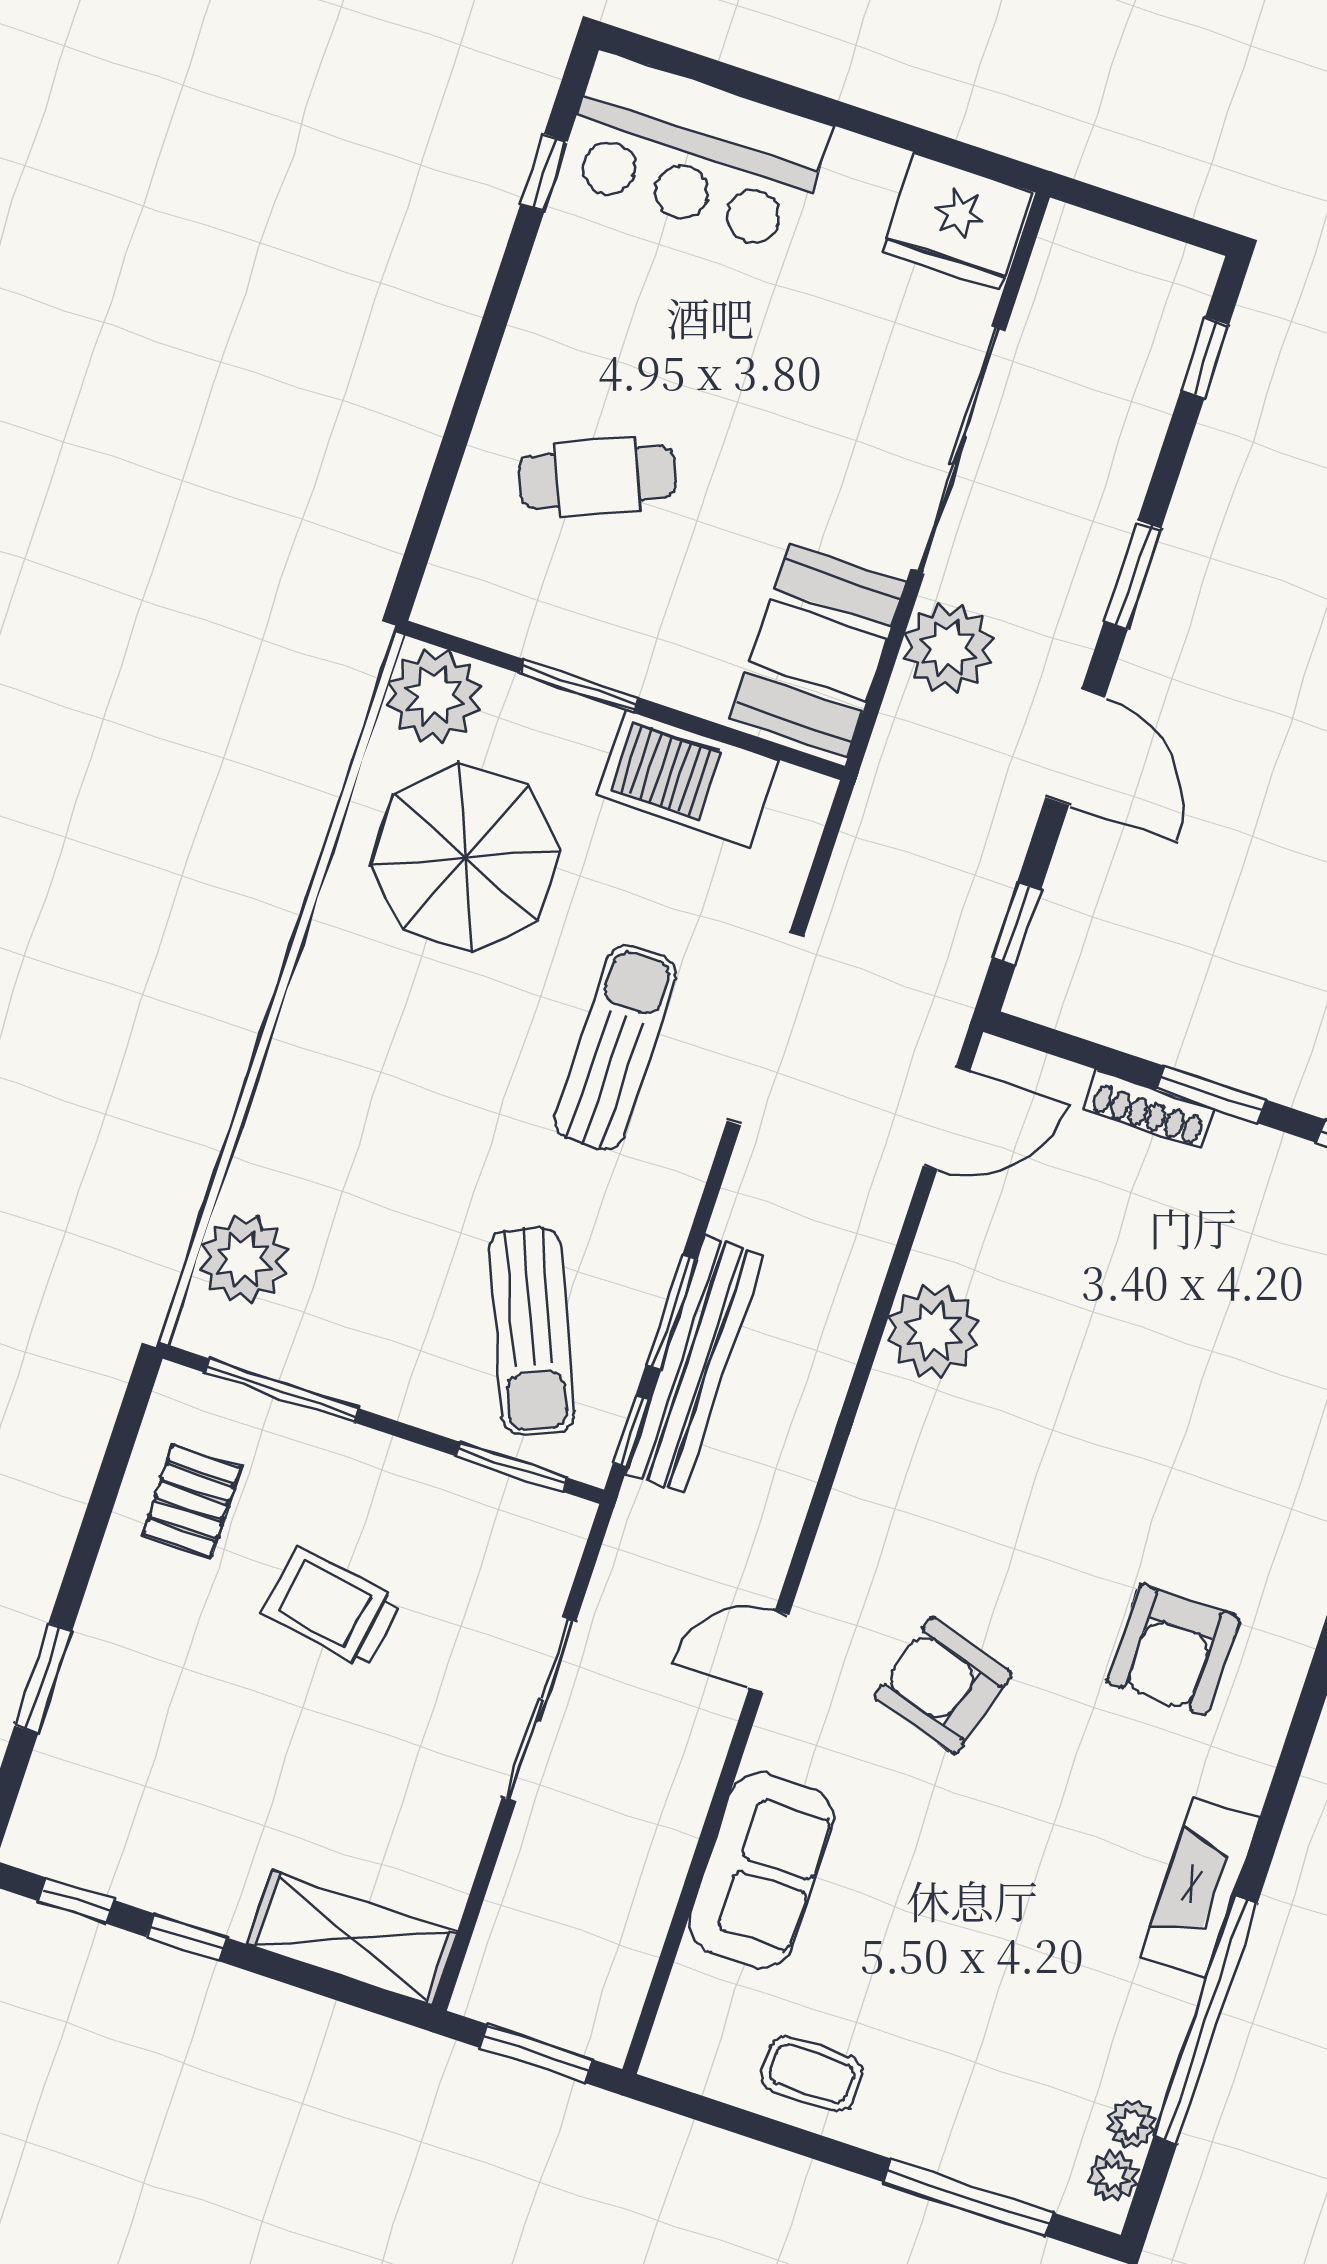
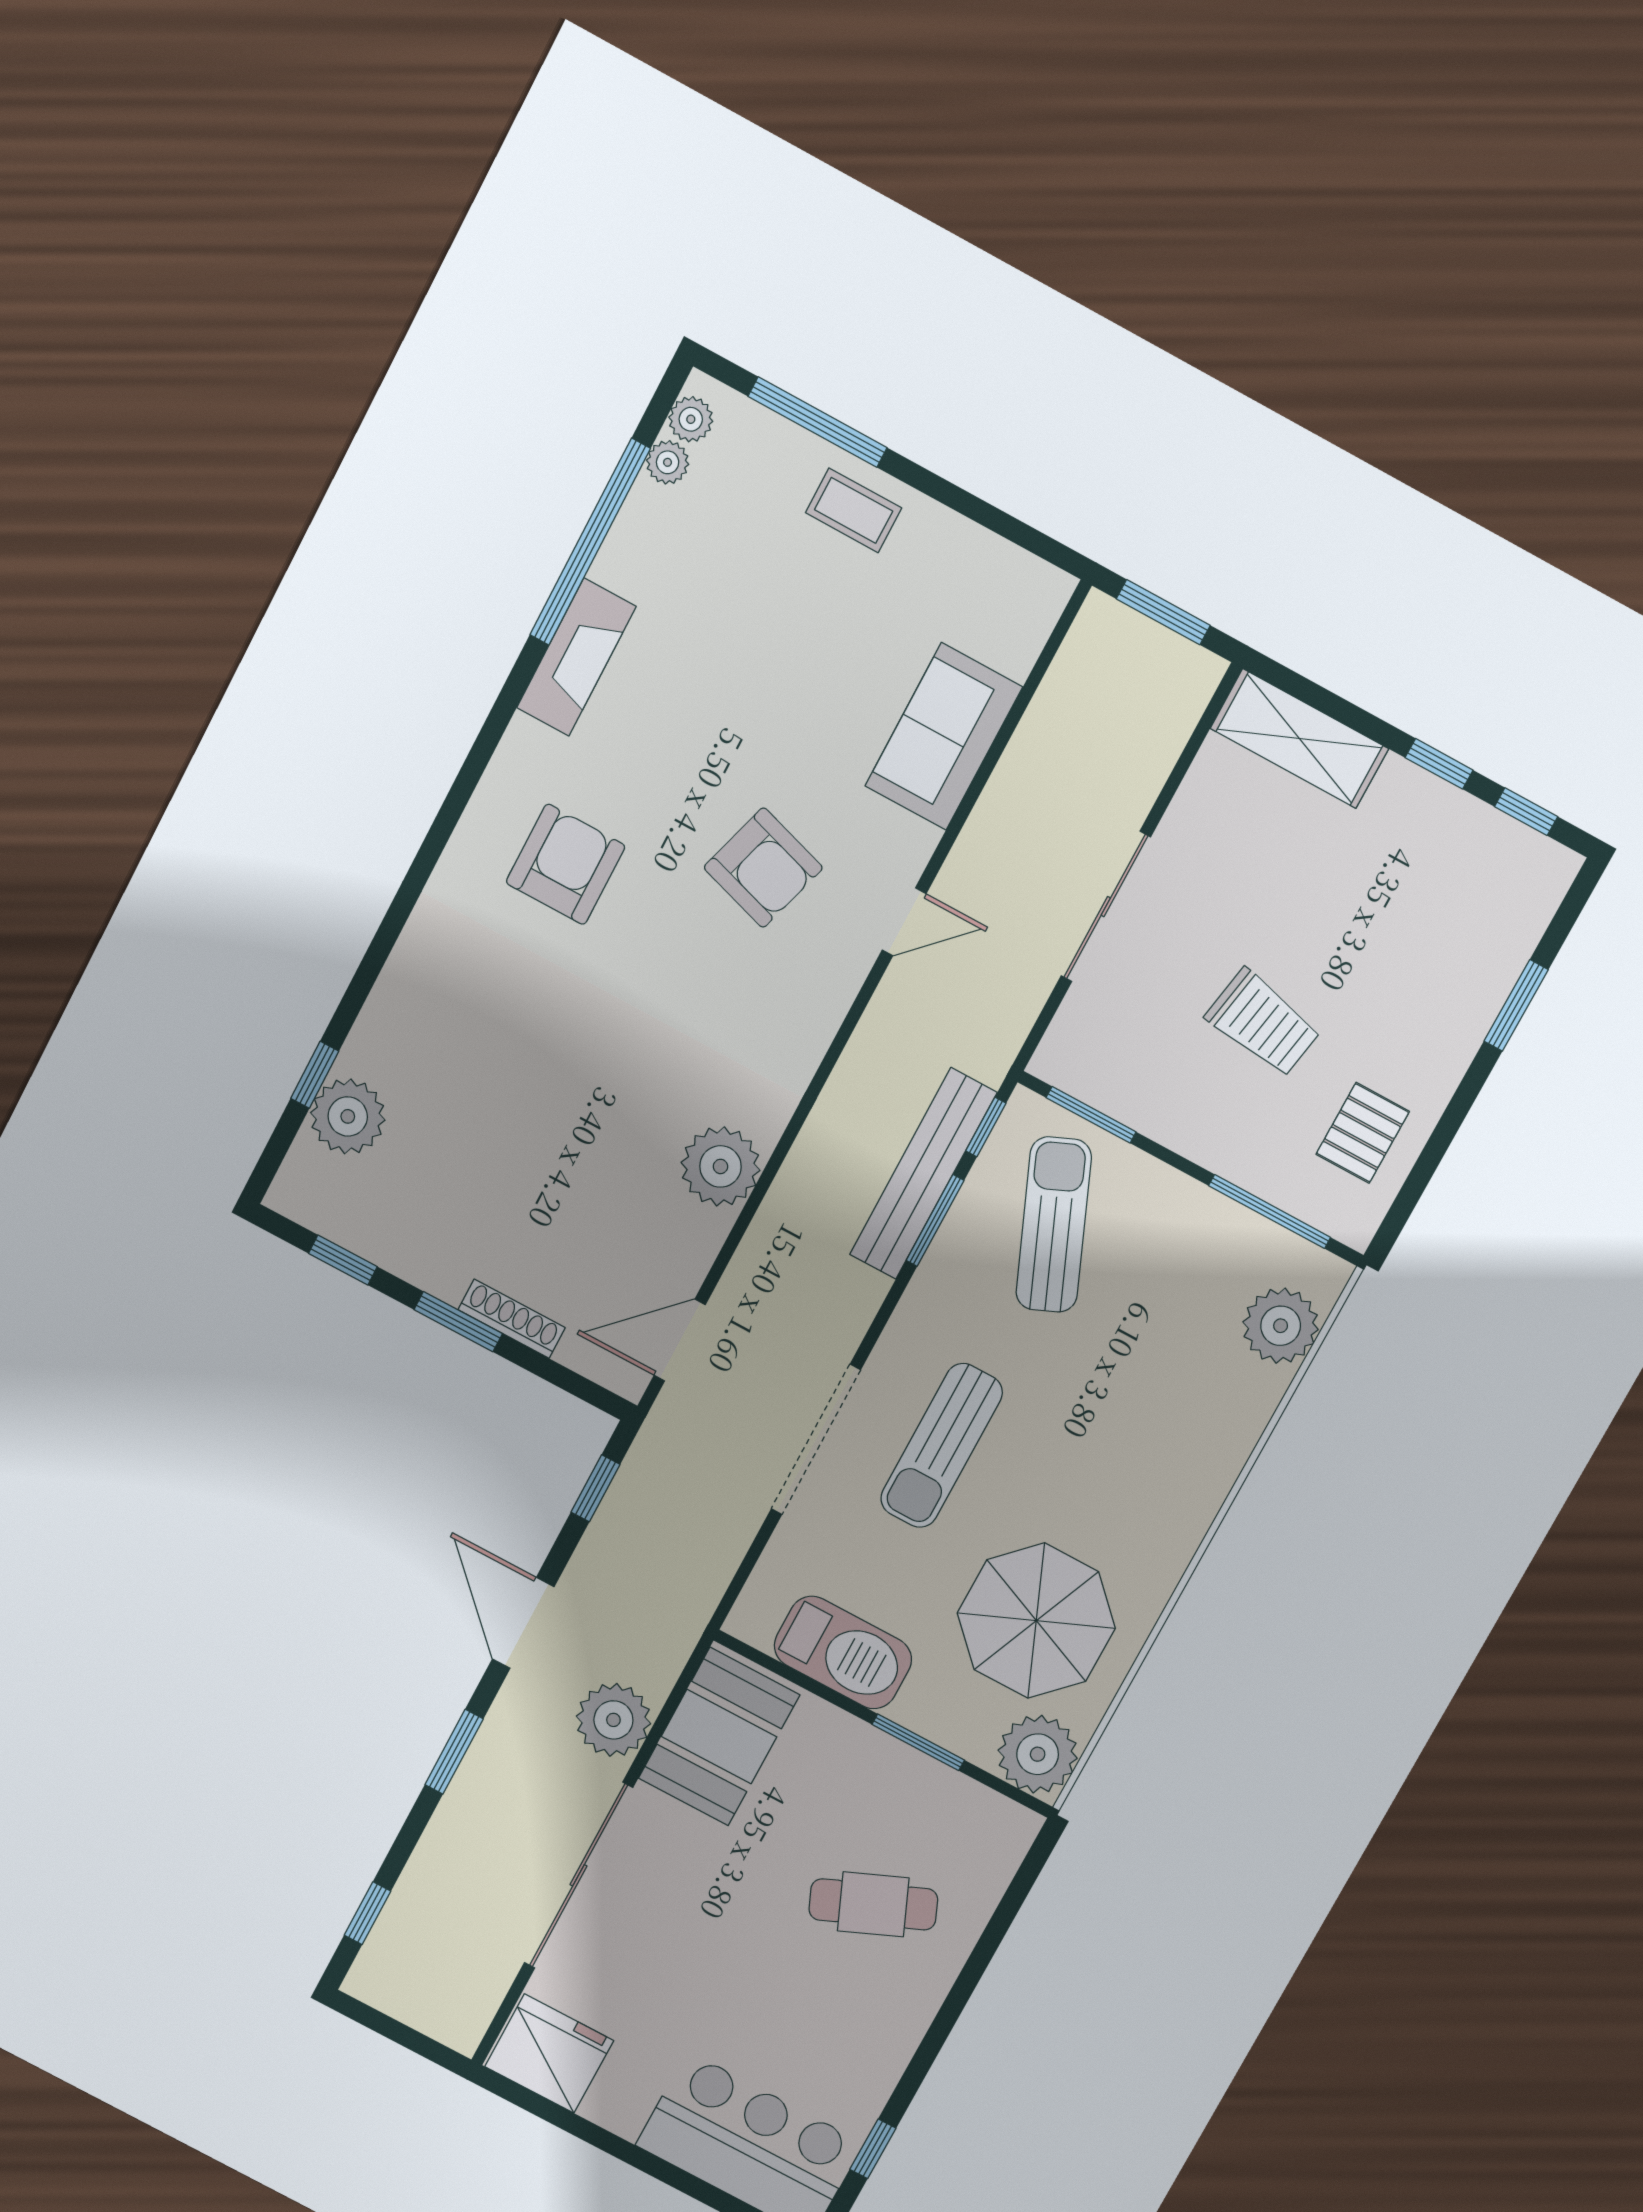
coffee table: (812, 2074) -> (854, 510), moved

